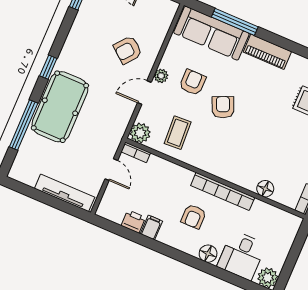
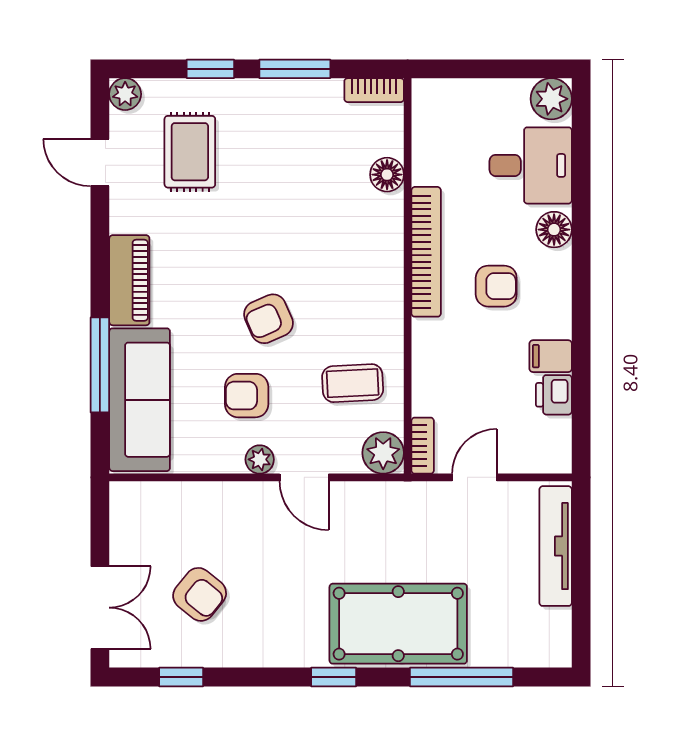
armchair: (128, 50) -> (200, 594), moved

